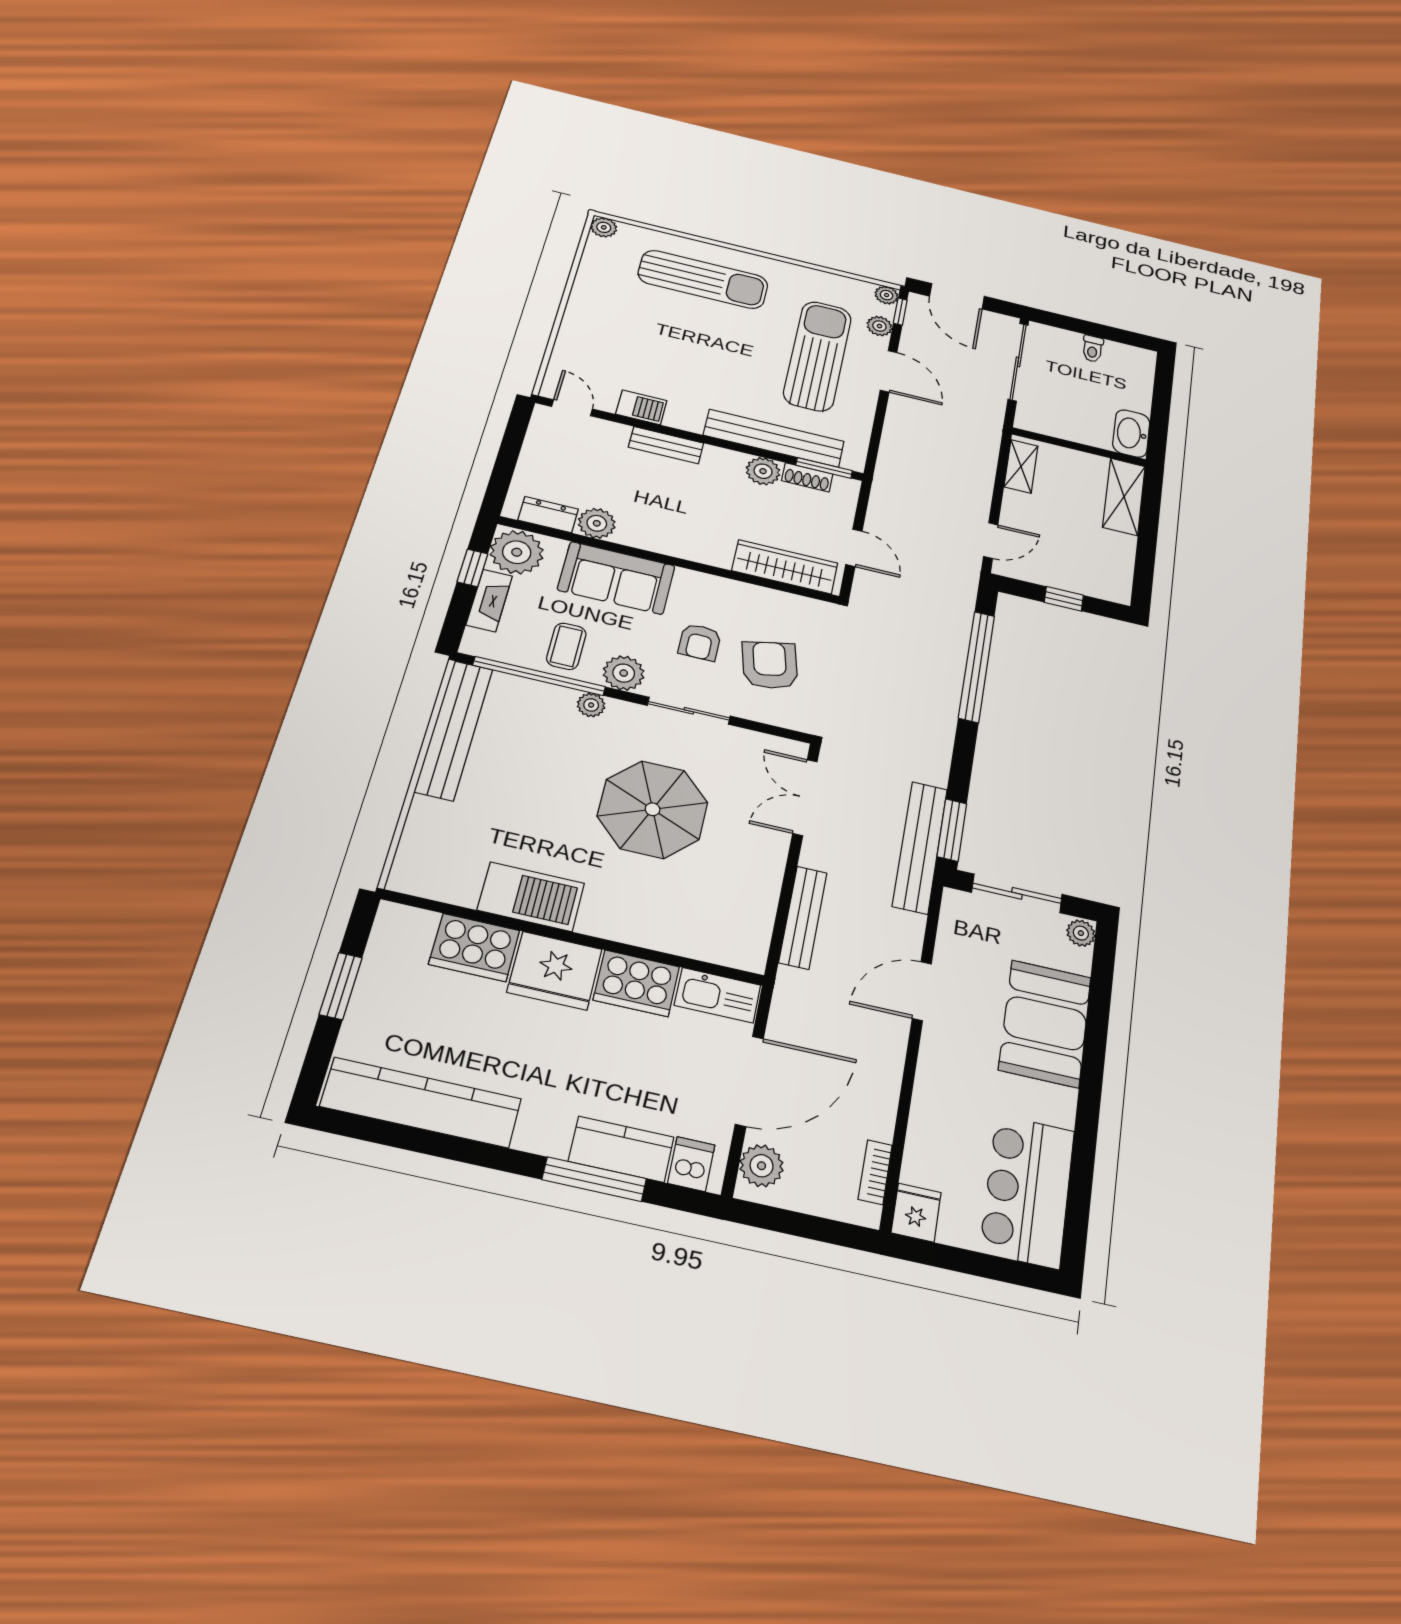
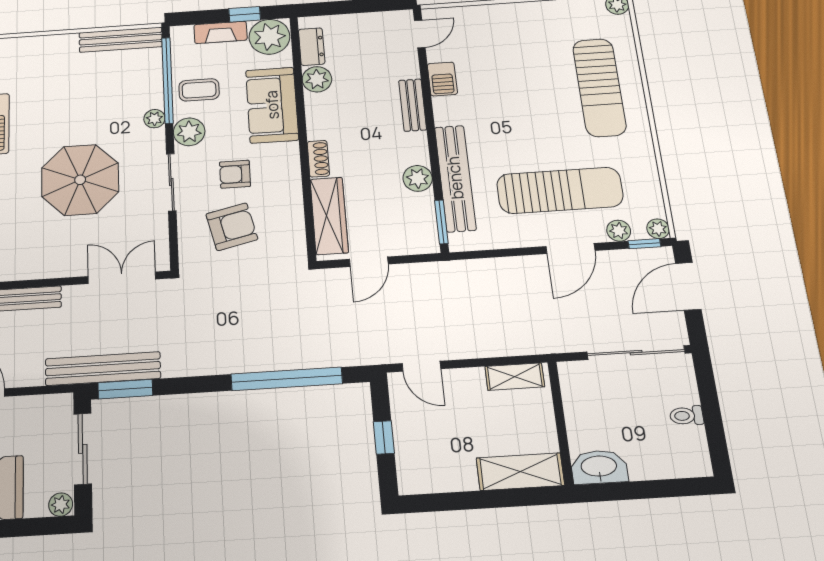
shoe rack: (807, 477) -> (318, 159), moved, turned 180
bench: (454, 730) -> (121, 40), width x0.73, depth x0.82

